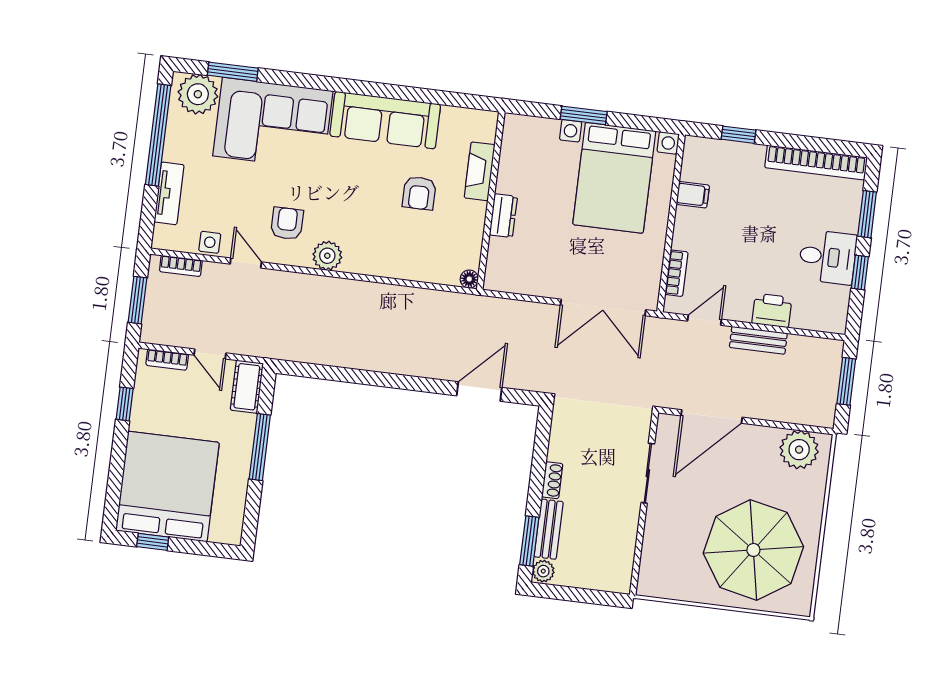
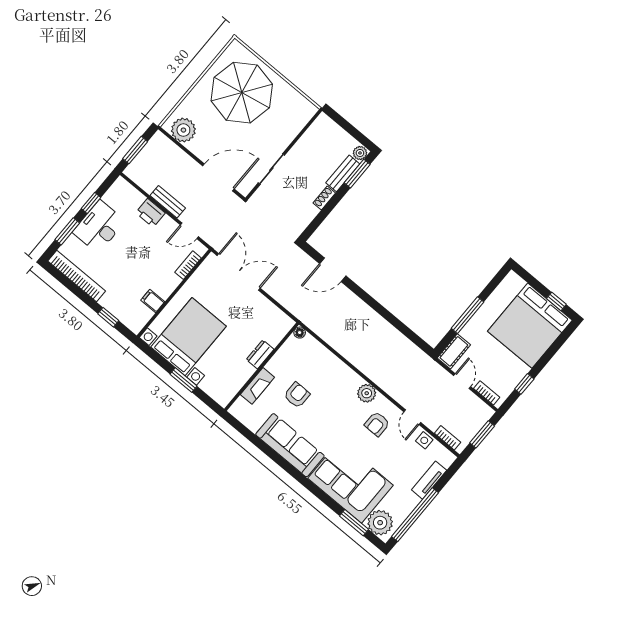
desk: (828, 257) -> (99, 227), width x1.37

